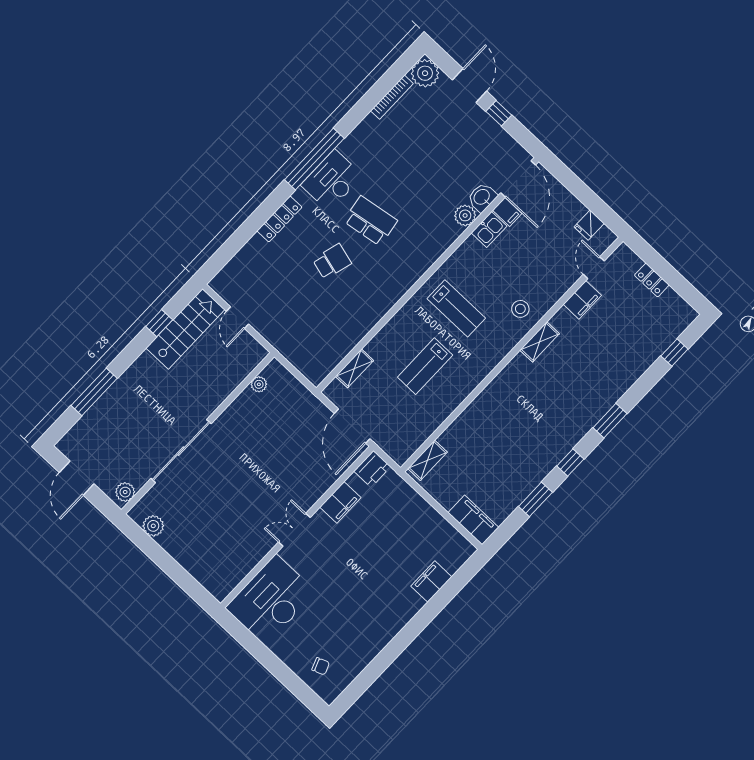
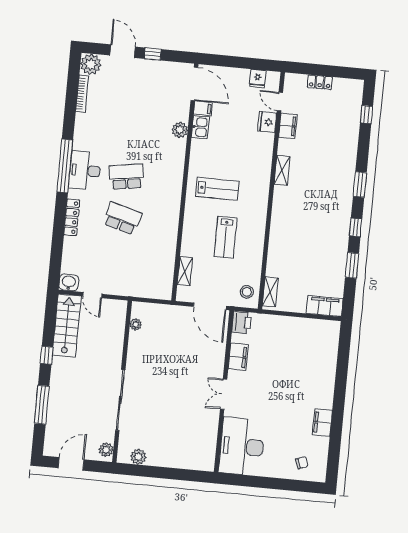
washbasin: (482, 197) -> (69, 283), moved, turned 90
school desk: (332, 262) -> (122, 218), width x1.85
fridge: (564, 279) -> (267, 122), added
stool: (520, 309) -> (247, 292), moved
window: (159, 323) -> (47, 355), moved
door: (77, 478) -> (71, 464), swing flipped
filing cabinet: (431, 581) -> (322, 423), moved

